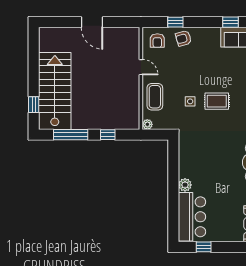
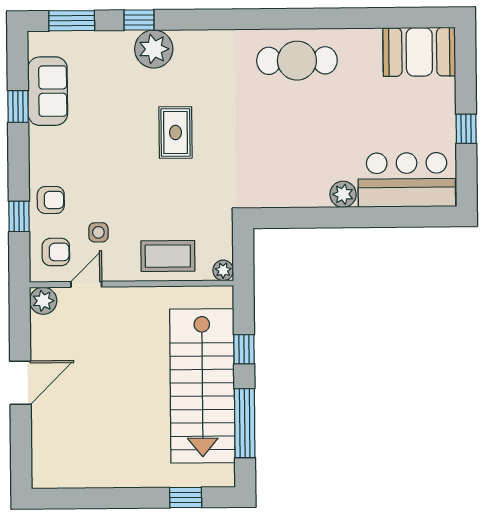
plant: (133, 34) -> (43, 301), added
armchair: (183, 38) -> (51, 200), turned -74
door: (141, 67) -> (86, 284), moved
stairs: (55, 91) -> (202, 386), moved, turned -90
side table: (190, 101) -> (98, 232), moved
window: (204, 247) -> (466, 129), moved

